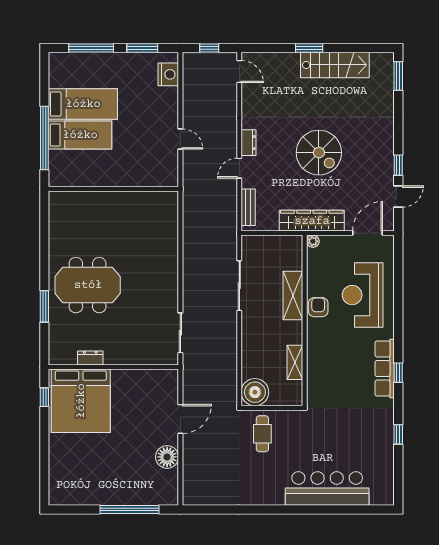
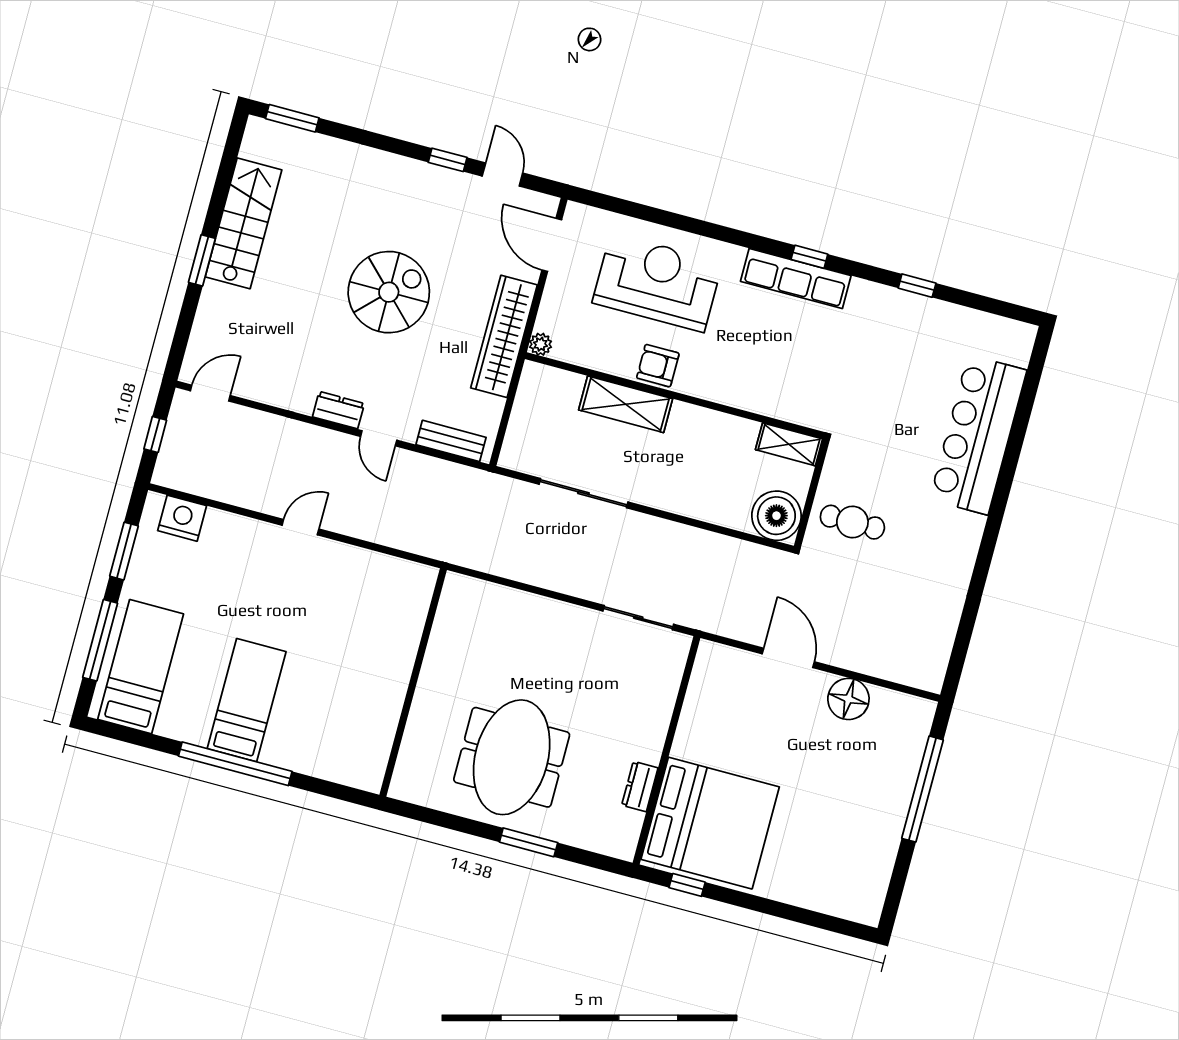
bed: (83, 104) -> (141, 667), moved
wall: (113, 189) -> (413, 682), moved
reception desk: (363, 295) -> (657, 282), turned 180
shelving: (295, 362) -> (789, 444), moved

